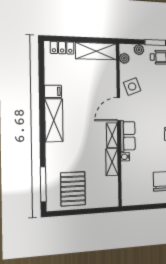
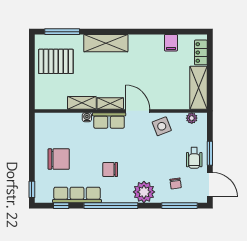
plant: (139, 50) -> (202, 134), removed
filing cabinet: (53, 91) -> (171, 43), moved
shelving: (54, 120) -> (106, 43), moved

